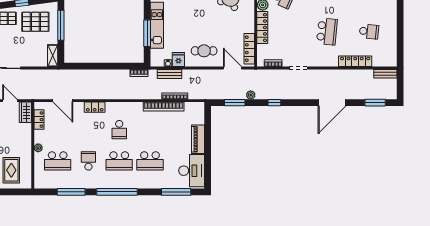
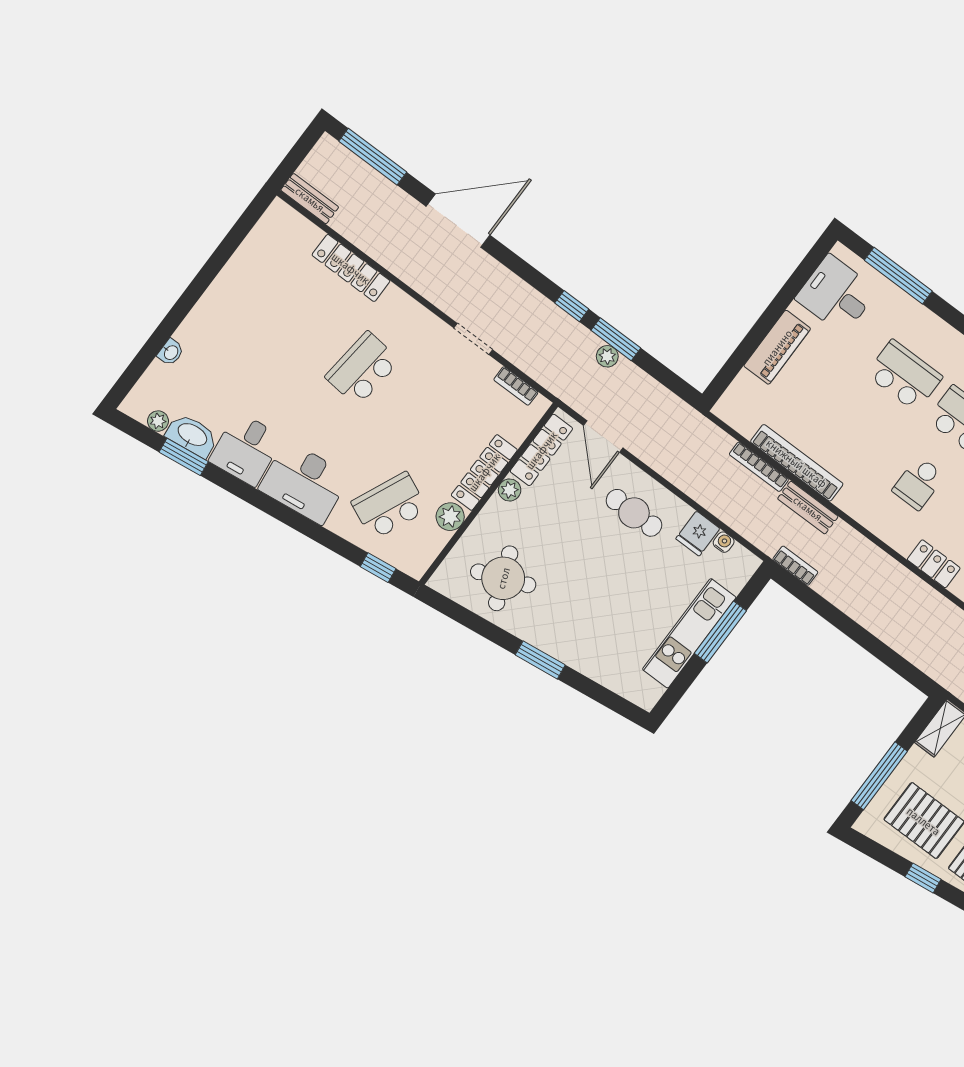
plant: (250, 28) -> (510, 490), added
school desk: (369, 31) -> (279, 306), removed
bench: (169, 74) -> (808, 508), moved
window: (235, 103) -> (616, 339), moved
window: (375, 103) -> (373, 157), width x1.44
school desk: (119, 130) -> (919, 483), turned 180
desk: (192, 171) -> (836, 295), width x0.73

